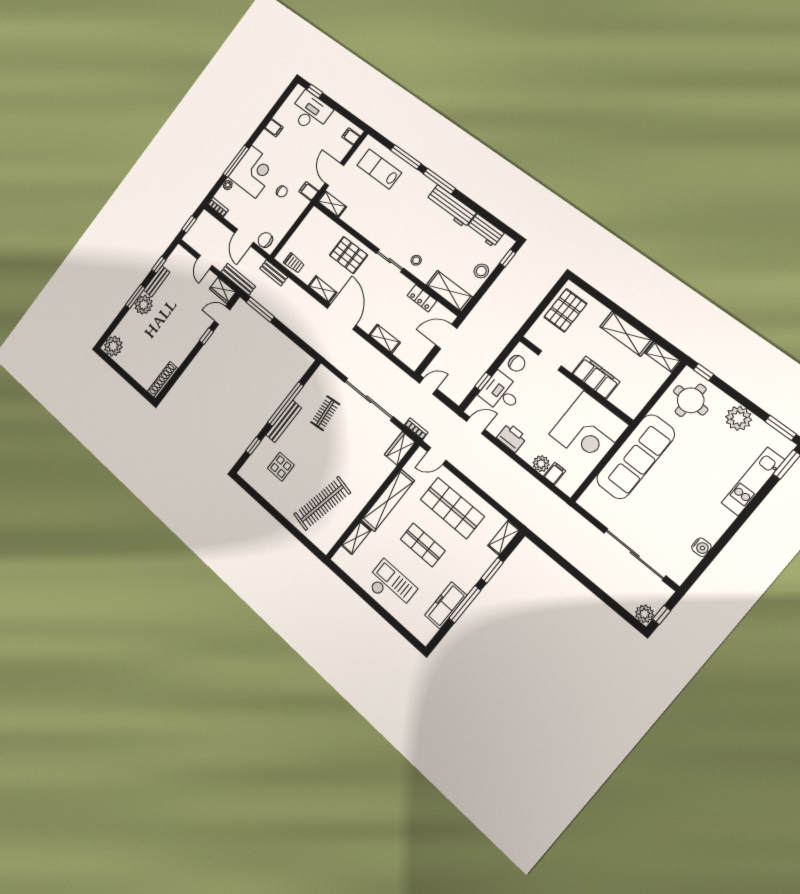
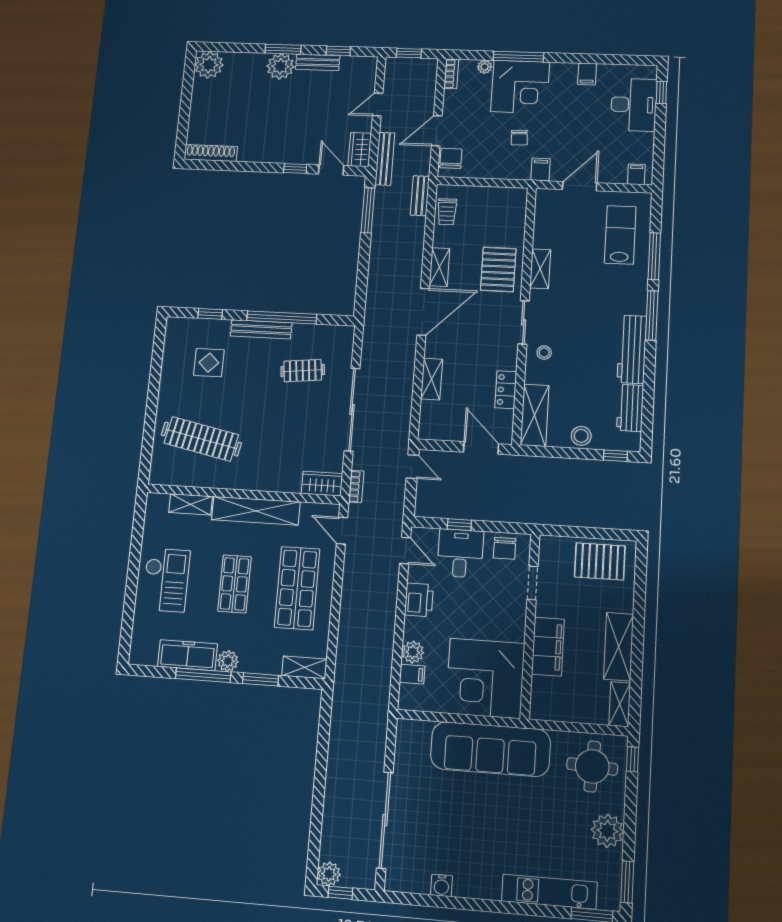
shelving: (332, 204) -> (540, 269), moved
plant: (467, 583) -> (228, 661), added

